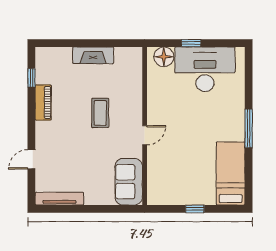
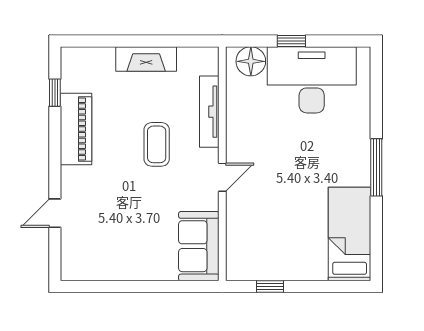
piano: (43, 103) -> (76, 129), width x1.37, depth x1.33
tv unit: (59, 199) -> (209, 112), moved, turned -90
window: (195, 209) -> (270, 287), moved

